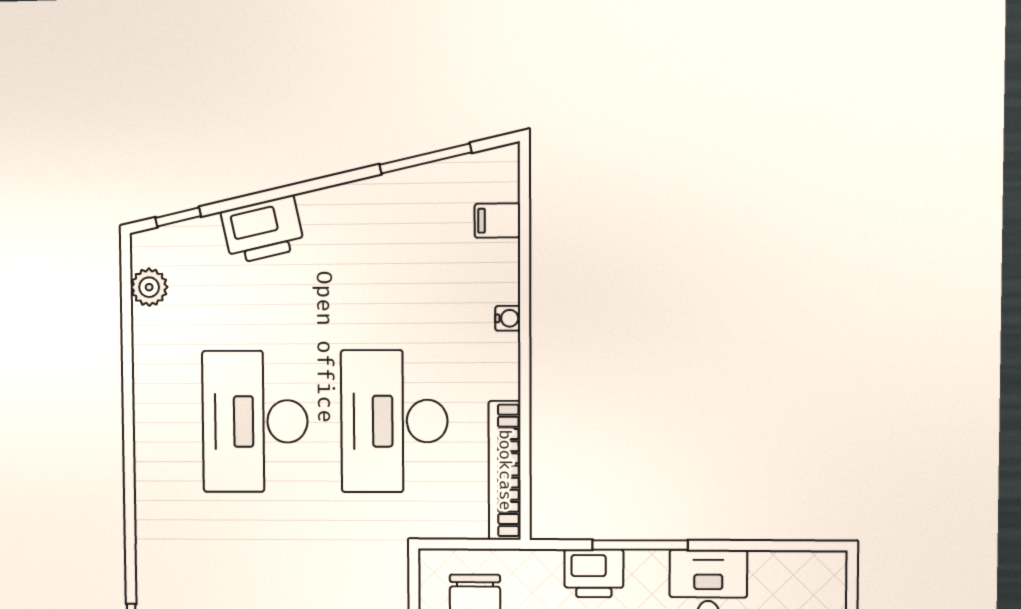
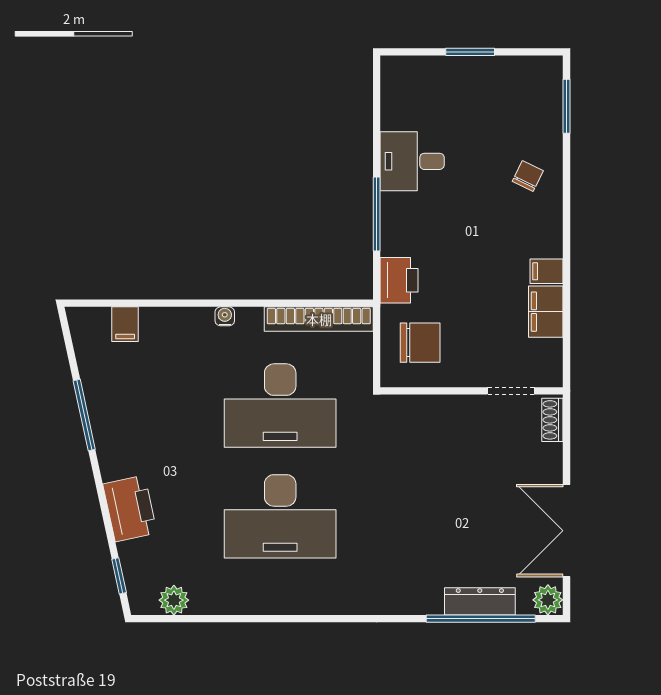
window: (425, 159) -> (84, 415), moved
water cooler: (508, 318) -> (225, 316), moved
printer: (594, 573) -> (399, 280), moved

